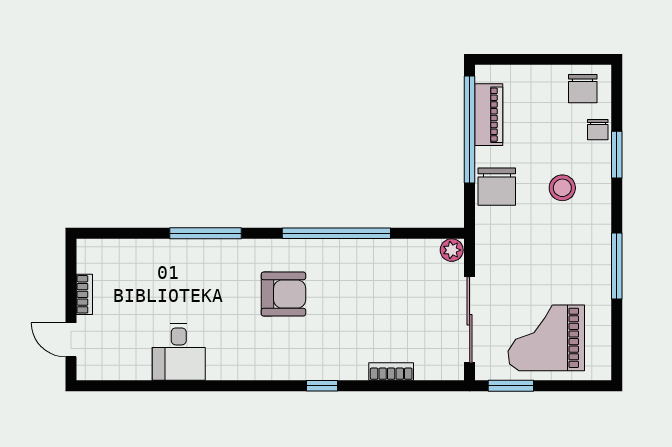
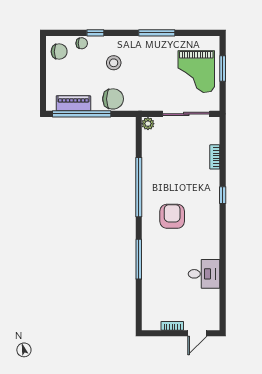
window: (617, 155) -> (95, 33), width x0.67
window: (511, 386) -> (223, 69), moved

